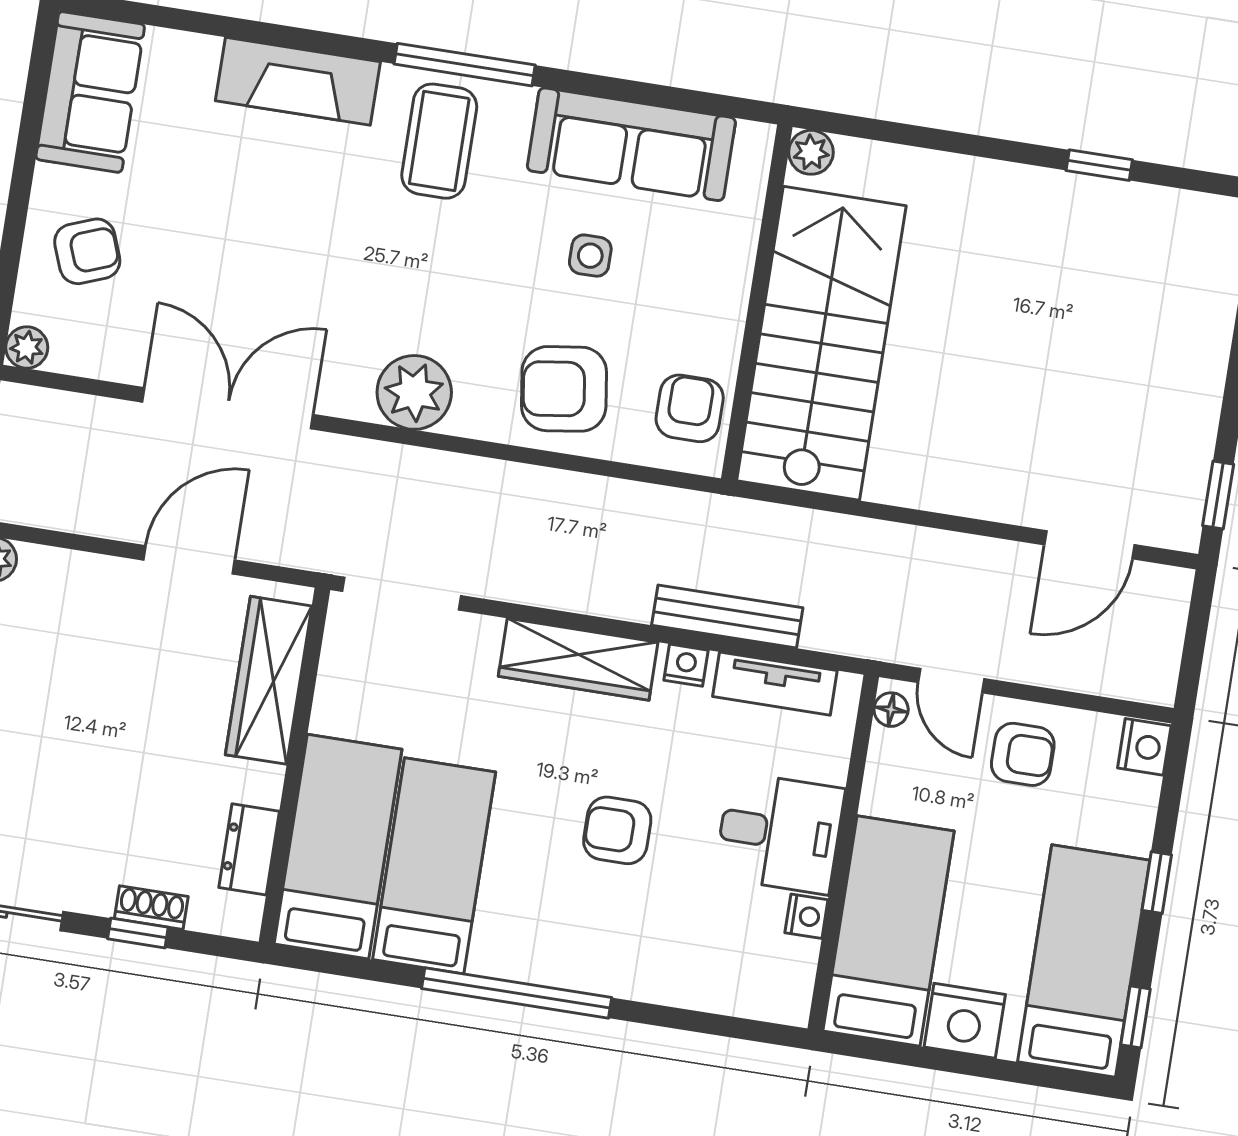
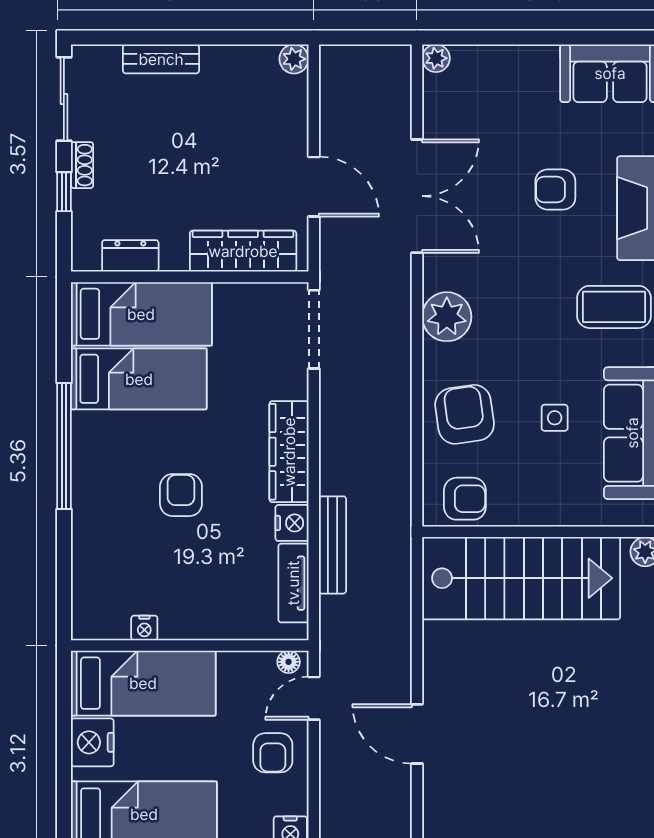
armchair: (87, 251) -> (555, 189), moved, turned 111
door: (1089, 545) -> (417, 734), moved
nightstand: (686, 665) -> (292, 523), width x1.39, depth x1.35
desk: (779, 833) -> (196, 602), removed
shoe rack: (151, 908) -> (82, 165), moved

